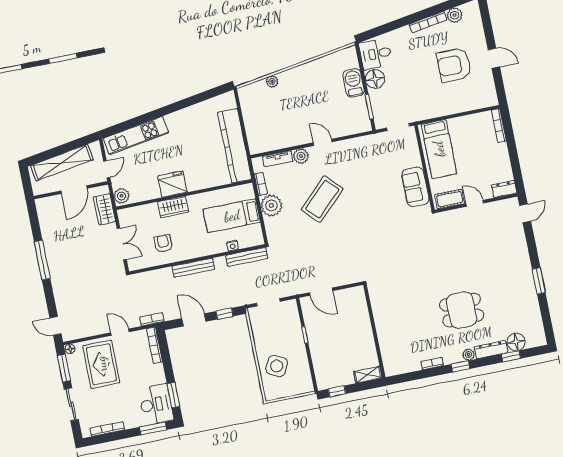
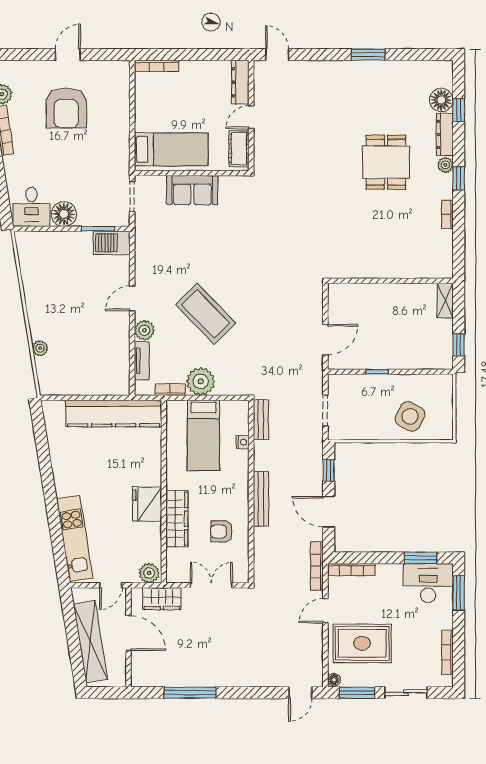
barbecue: (354, 83) -> (112, 243), moved
door: (107, 169) -> (111, 585), swing flipped
sofa: (415, 187) -> (192, 190), moved
dresser: (504, 189) -> (240, 82), width x1.44
wardrobe: (173, 207) -> (177, 519), width x1.50
bench: (247, 257) -> (261, 420), width x0.73
window: (42, 260) -> (190, 693), moved
bookcase: (152, 319) -> (317, 566), width x1.56
door: (194, 320) -> (329, 512), hinge flipped

